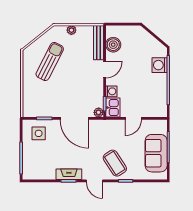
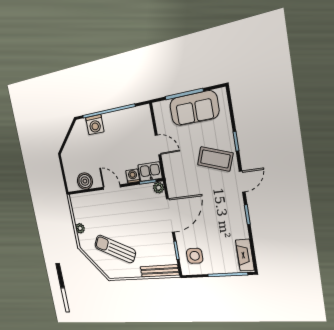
bench: (98, 43) -> (160, 271), moved
coffee table: (115, 163) -> (215, 159), turned 53
fireplace: (69, 174) -> (245, 255), moved

